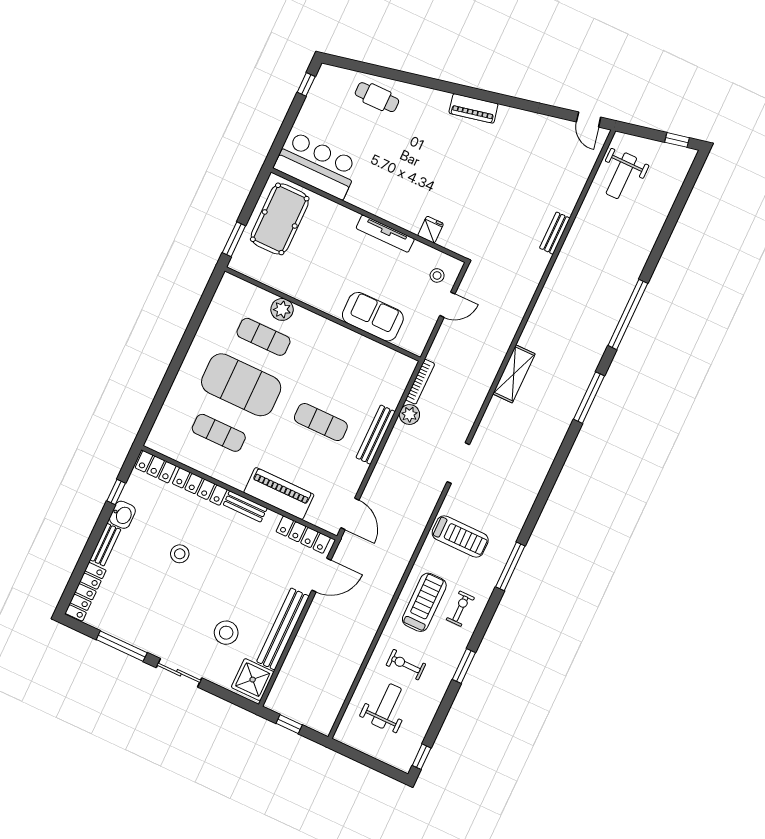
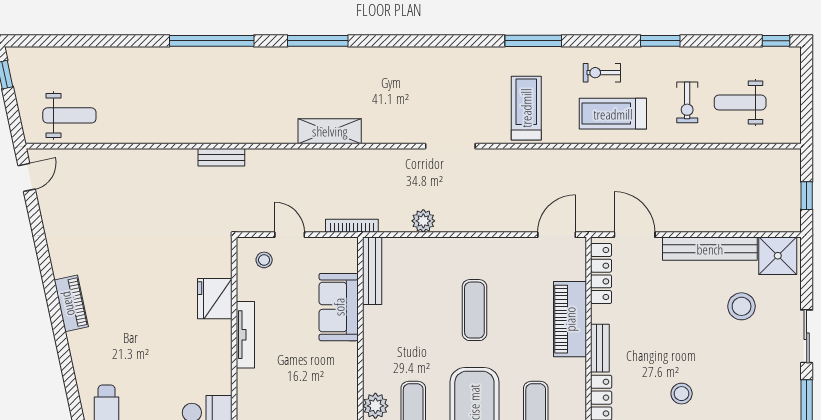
fridge: (431, 230) -> (215, 299), width x1.88, depth x1.34
bench: (555, 233) -> (221, 157), moved
bookcase: (420, 382) -> (352, 226), moved
bench: (376, 435) -> (372, 271), moved, turned 90

